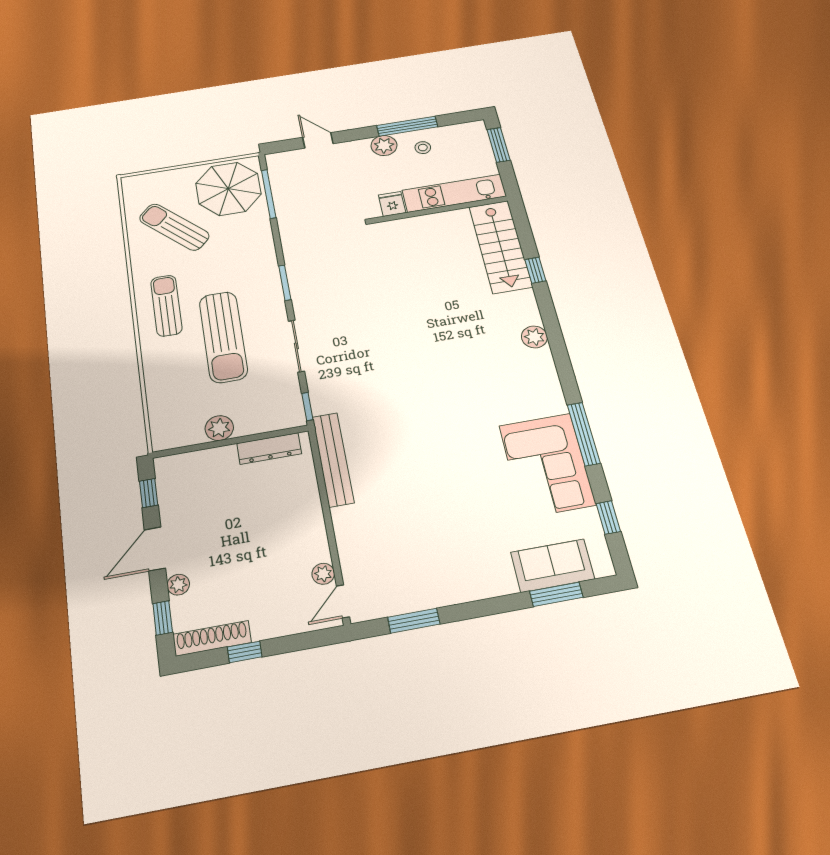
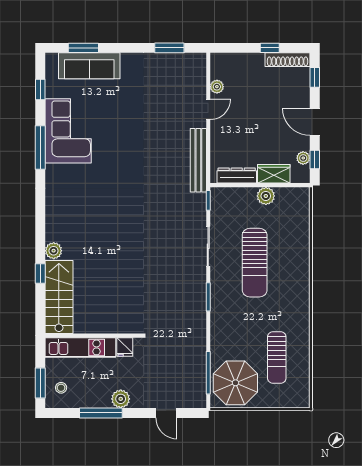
stool: (423, 148) -> (61, 388), moved
sun lounger: (174, 227) -> (277, 357), turned 46
sun lounger: (166, 306) -> (289, 294), removed
sun lounger: (223, 337) -> (255, 263), turned 180
plant: (534, 337) -> (54, 251), moved
wardrobe: (211, 461) -> (274, 174), added
door: (155, 549) -> (315, 122), swing flipped
sofa: (553, 566) -> (89, 66), width x1.36
plant: (178, 585) -> (303, 158), moved
door: (343, 601) -> (208, 109), moved

